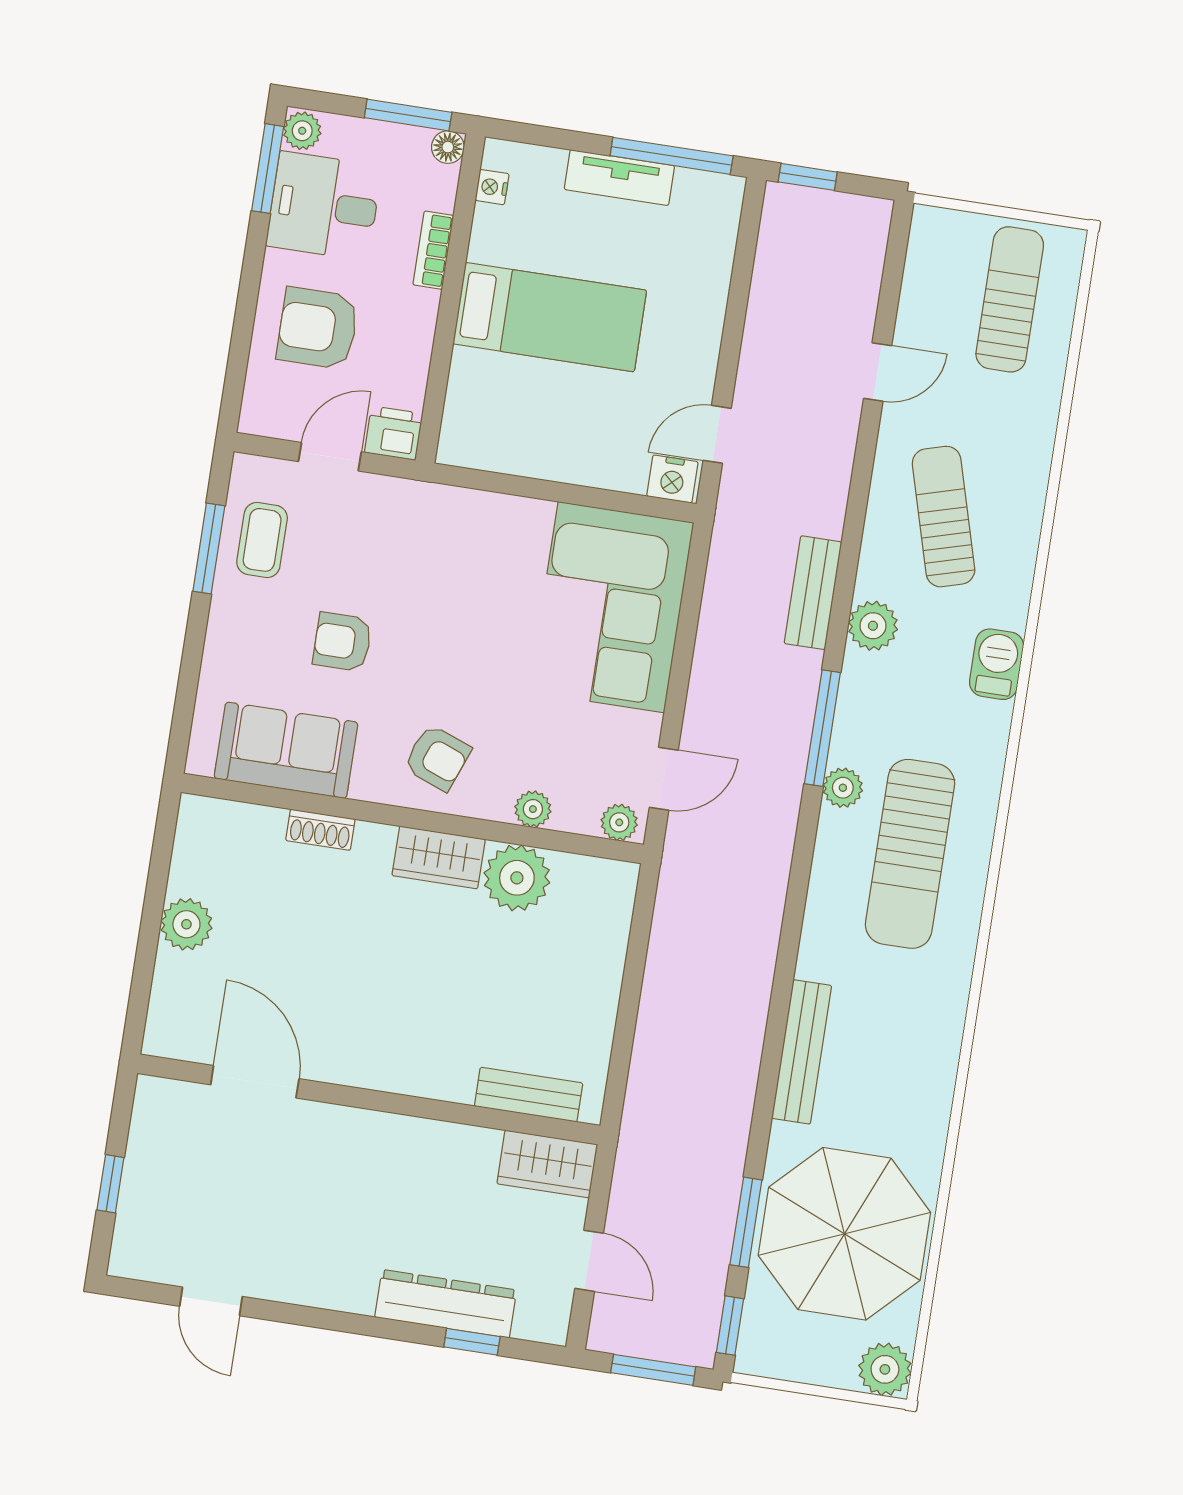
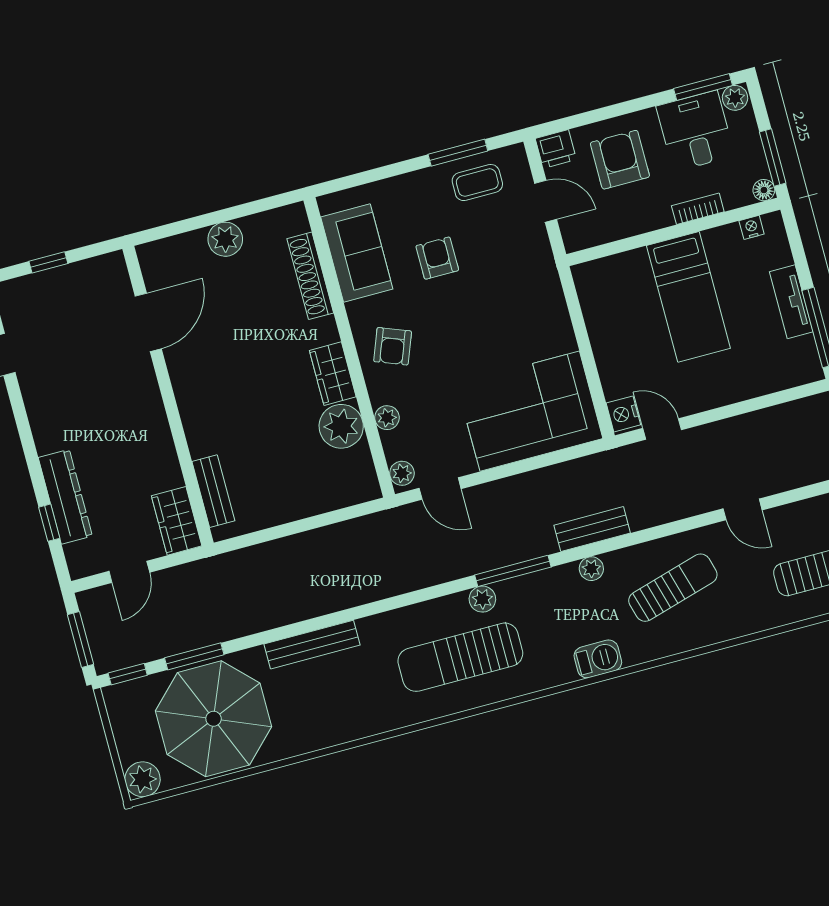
printer: (394, 433) -> (556, 149), moved, turned 90
plant: (873, 626) -> (591, 569), width x0.73, depth x0.73
shoe rack: (320, 830) -> (310, 276), width x1.94, depth x1.24

